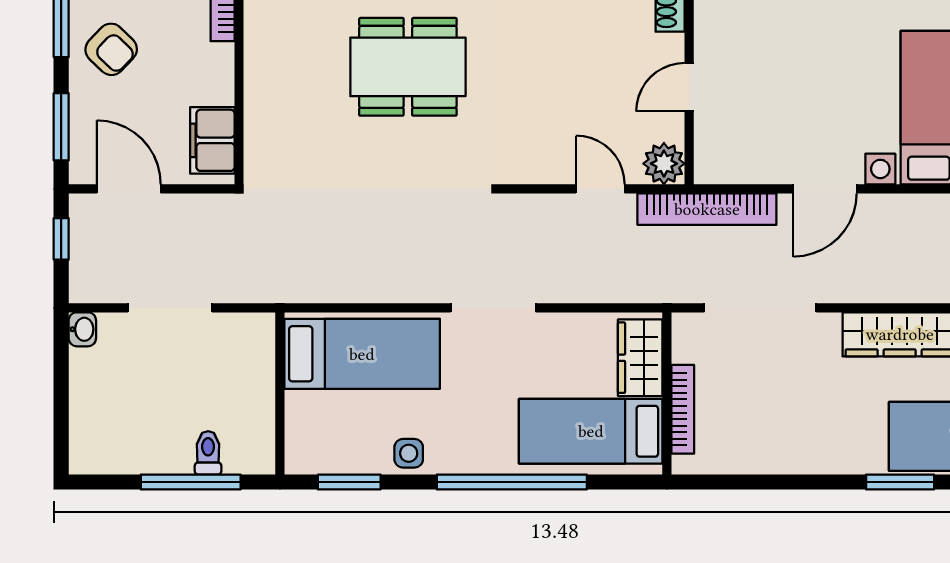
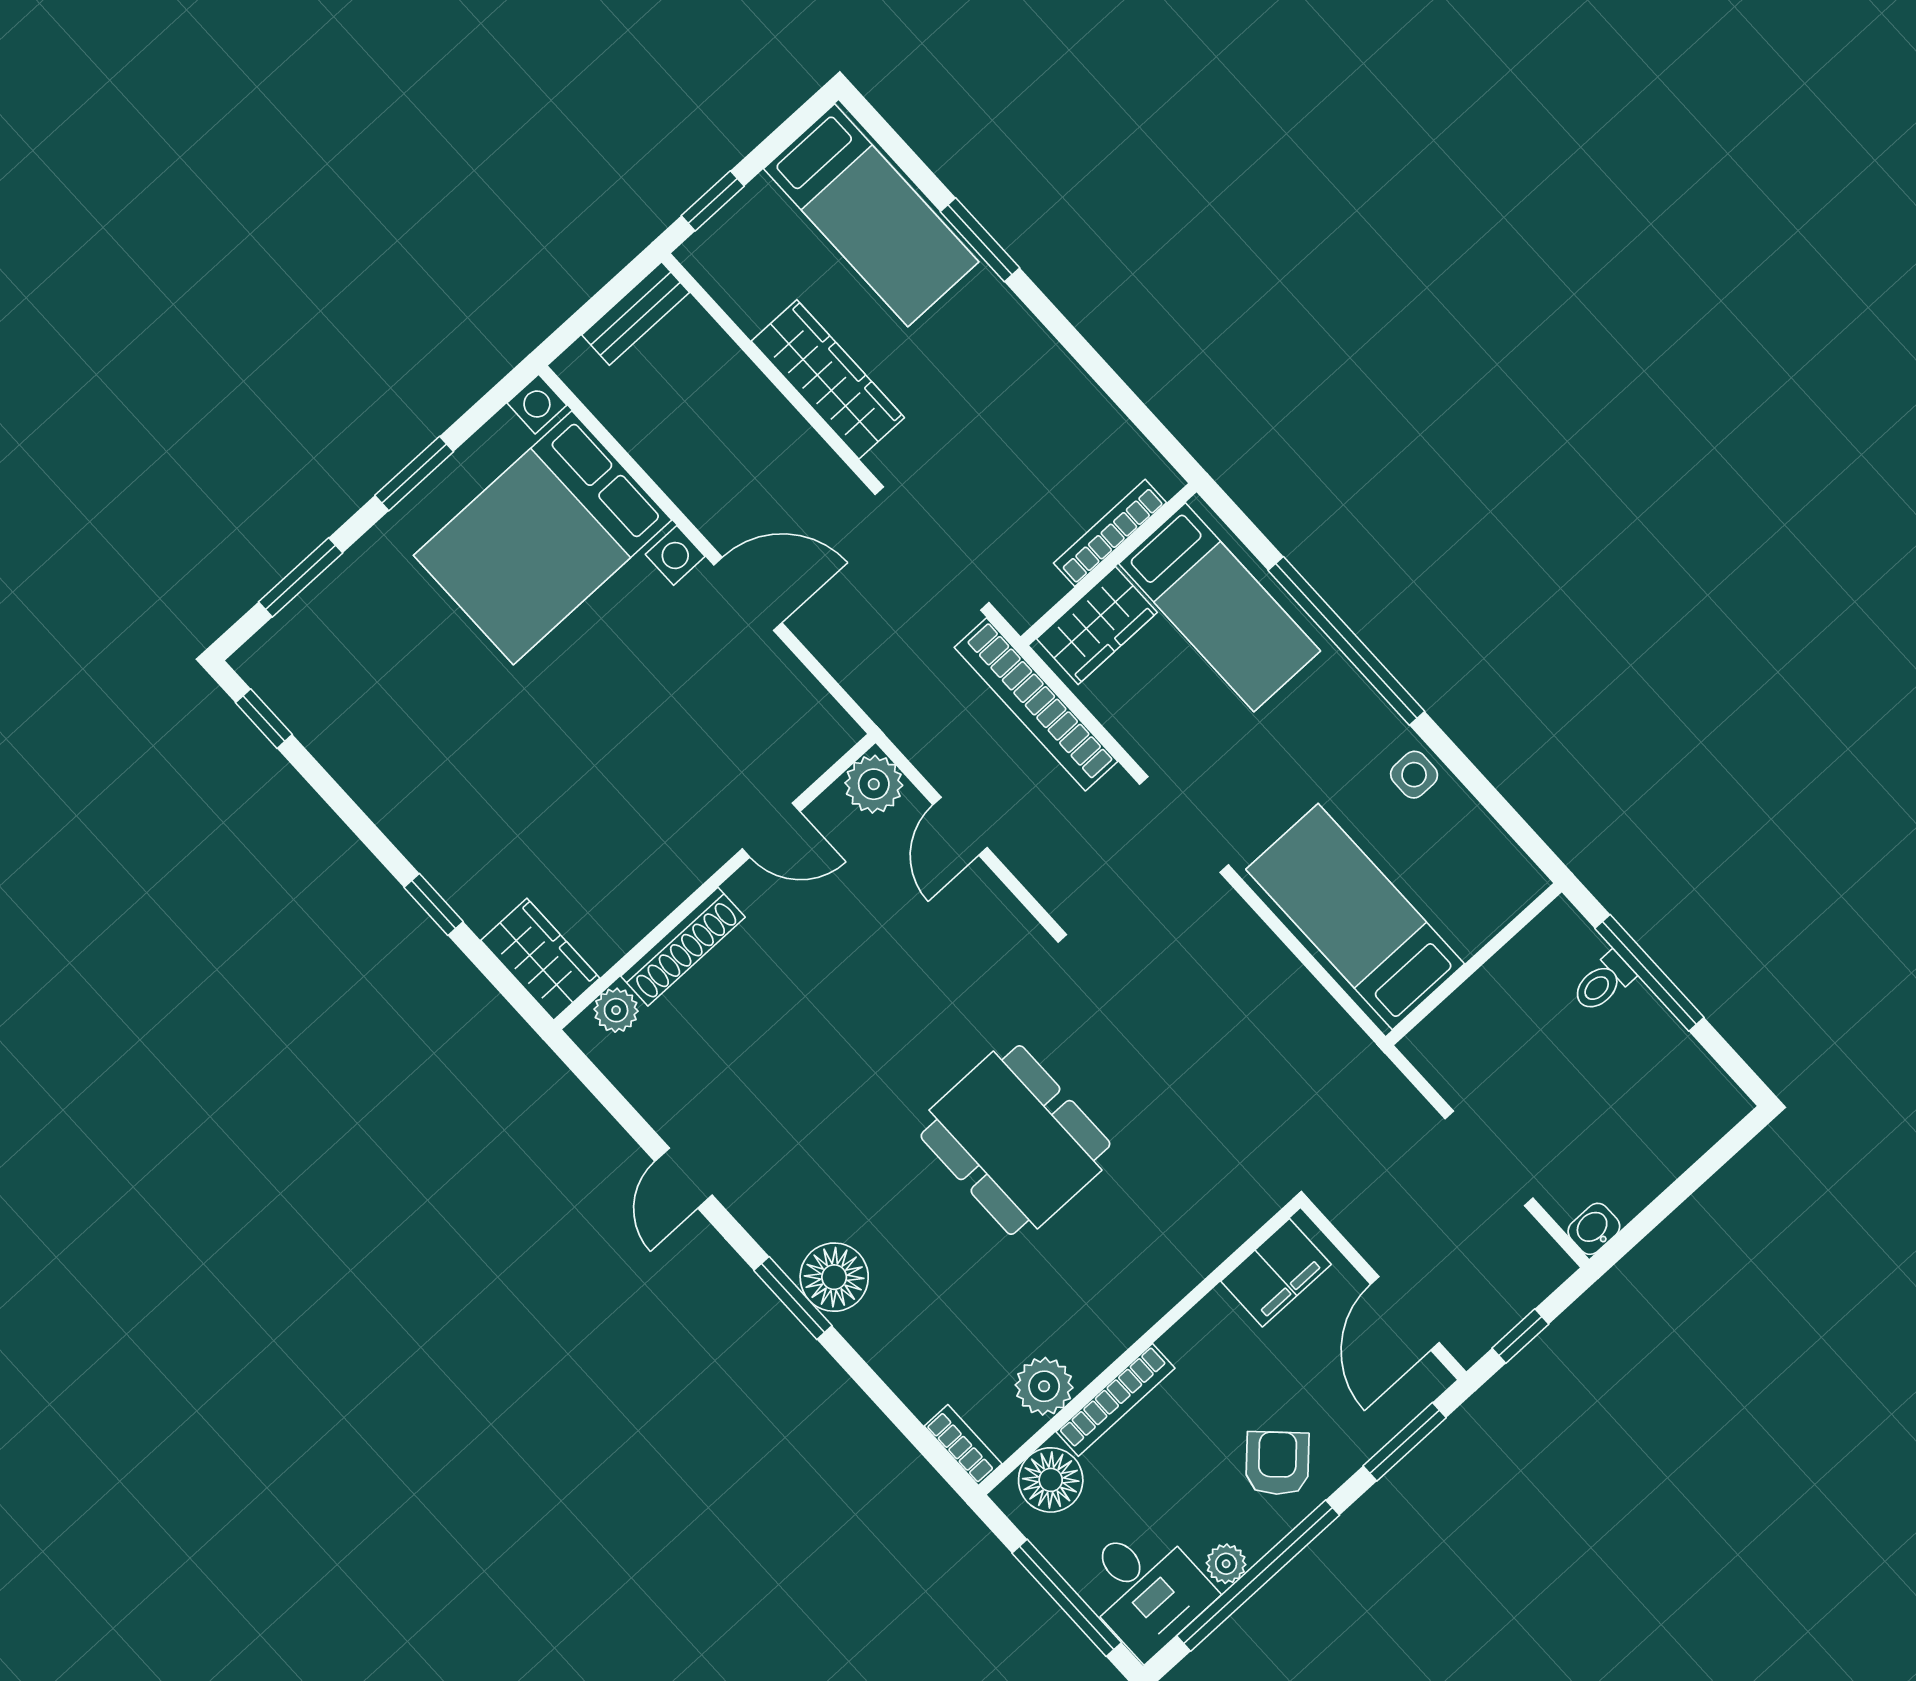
bookcase: (707, 209) -> (1036, 704), moved, turned 180
window: (349, 482) -> (1500, 809), removed

